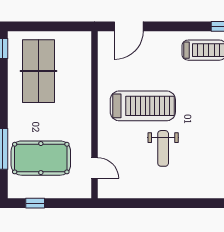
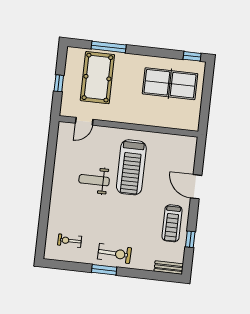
door: (129, 26) -> (196, 187), moved
window: (35, 203) -> (59, 83), moved

